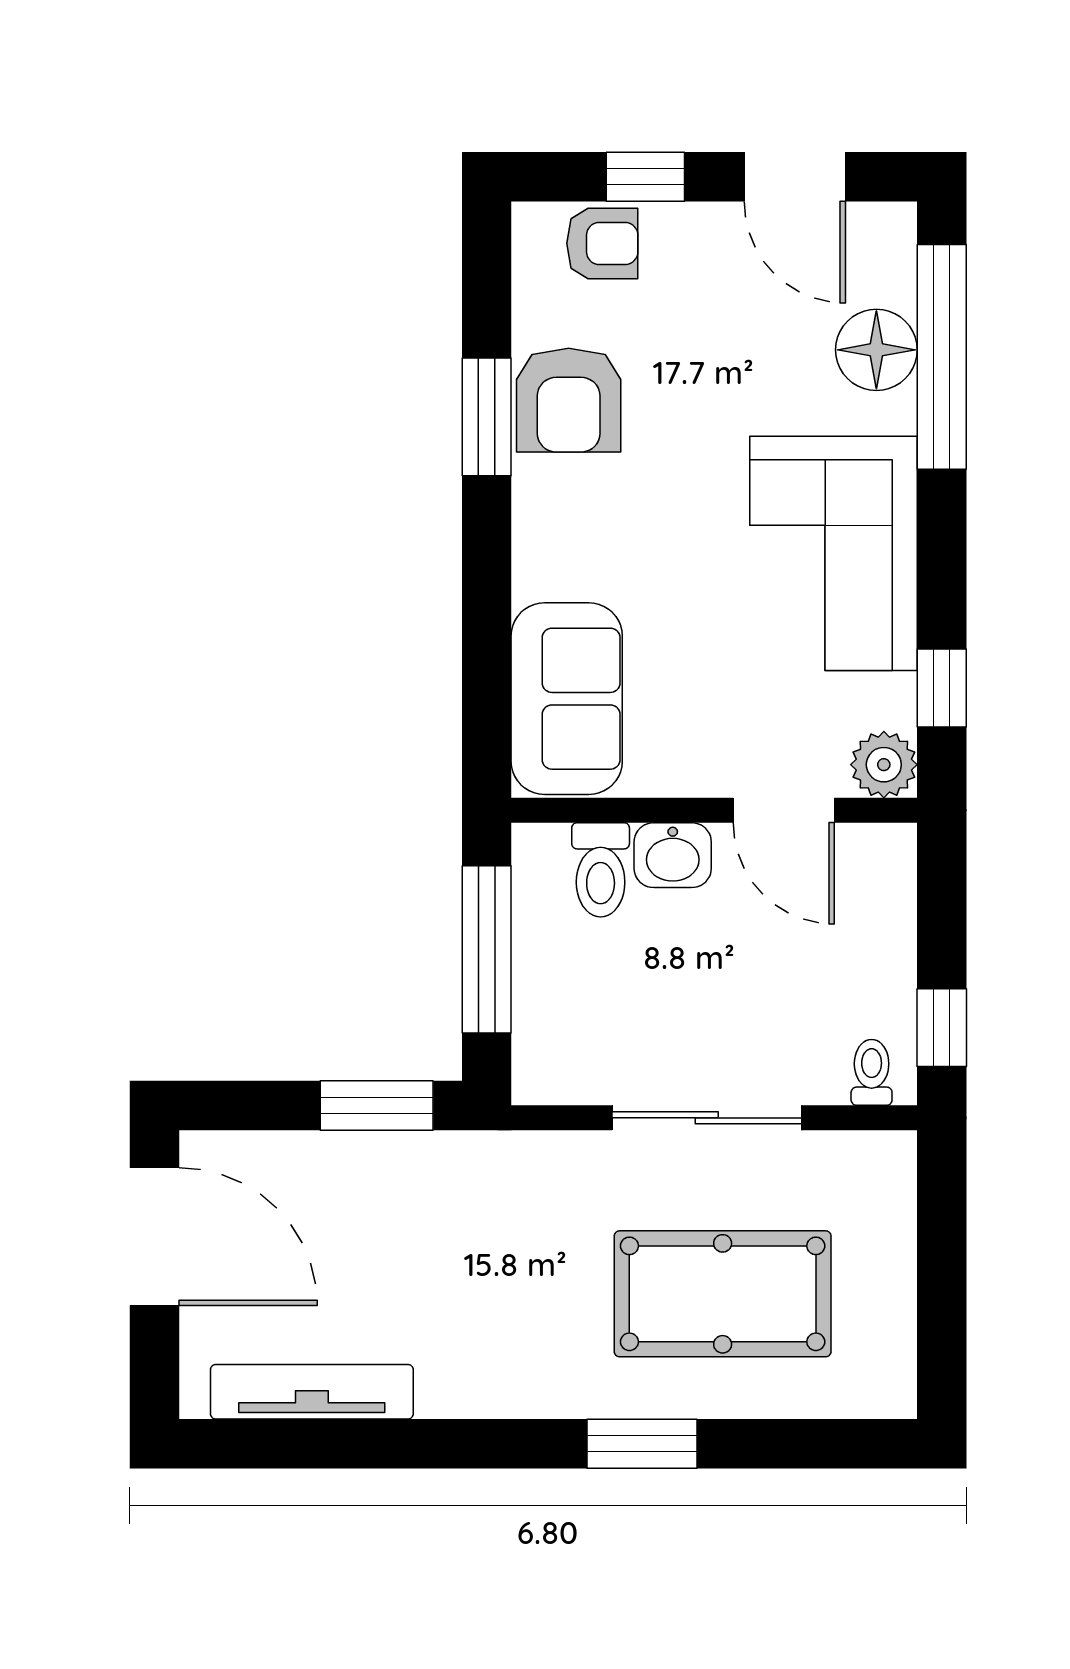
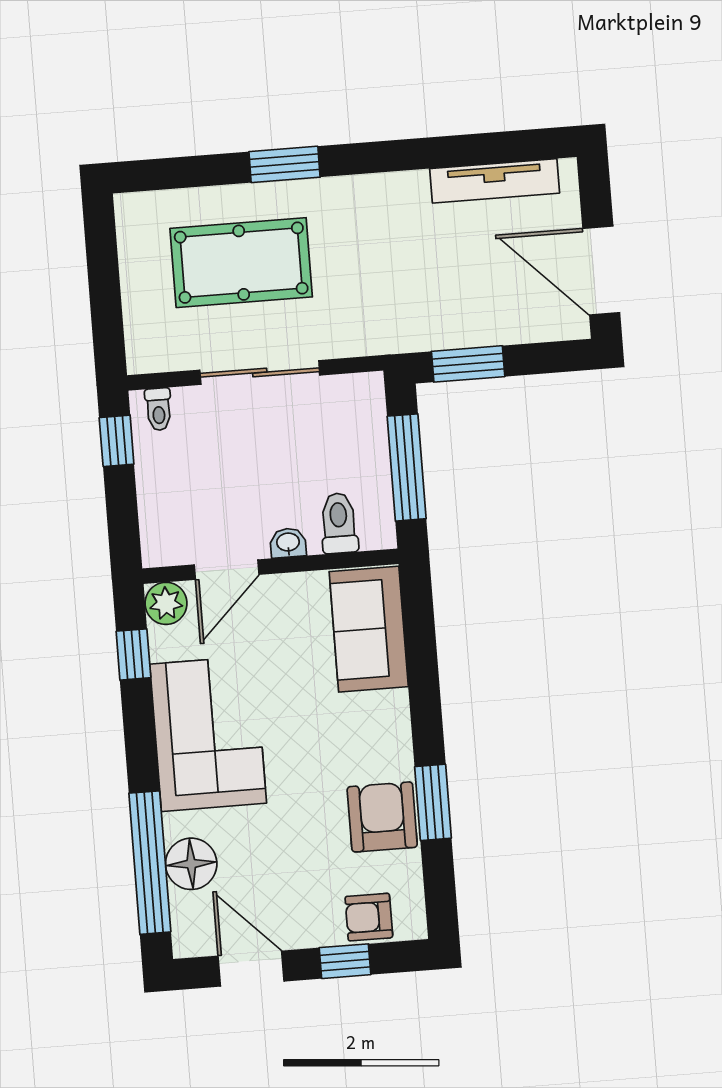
door: (784, 810) -> (227, 570), swing flipped
washbasin: (673, 855) -> (288, 543), width x0.72, depth x0.69

